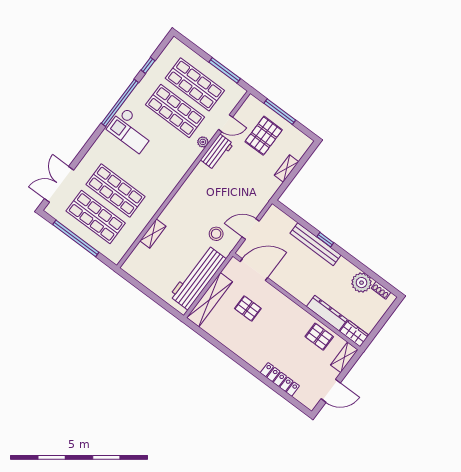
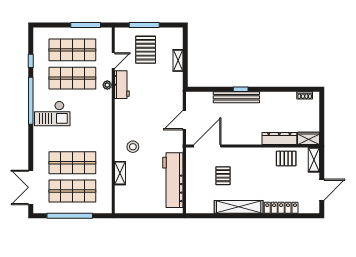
stool: (216, 234) -> (133, 147), moved
plant: (362, 283) -> (287, 100), removed
shelving: (210, 300) -> (239, 207), moved, turned 90
pallet: (248, 308) -> (223, 176), turned 90

